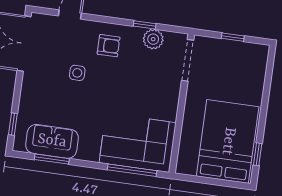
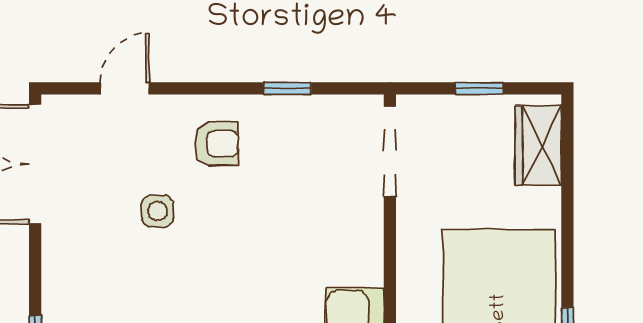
plant: (153, 39) -> (310, 116), removed
wardrobe: (256, 67) -> (538, 145), added

